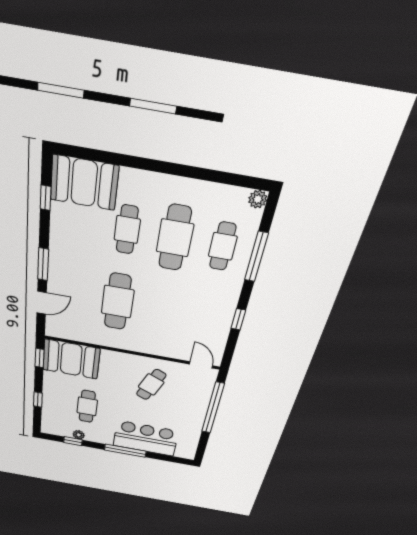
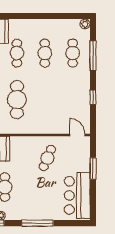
cafe table: (175, 238) -> (45, 53), width x0.73, depth x0.74
window: (213, 408) -> (93, 168), width x0.47
bar counter: (146, 438) -> (77, 195), moved, turned -90

